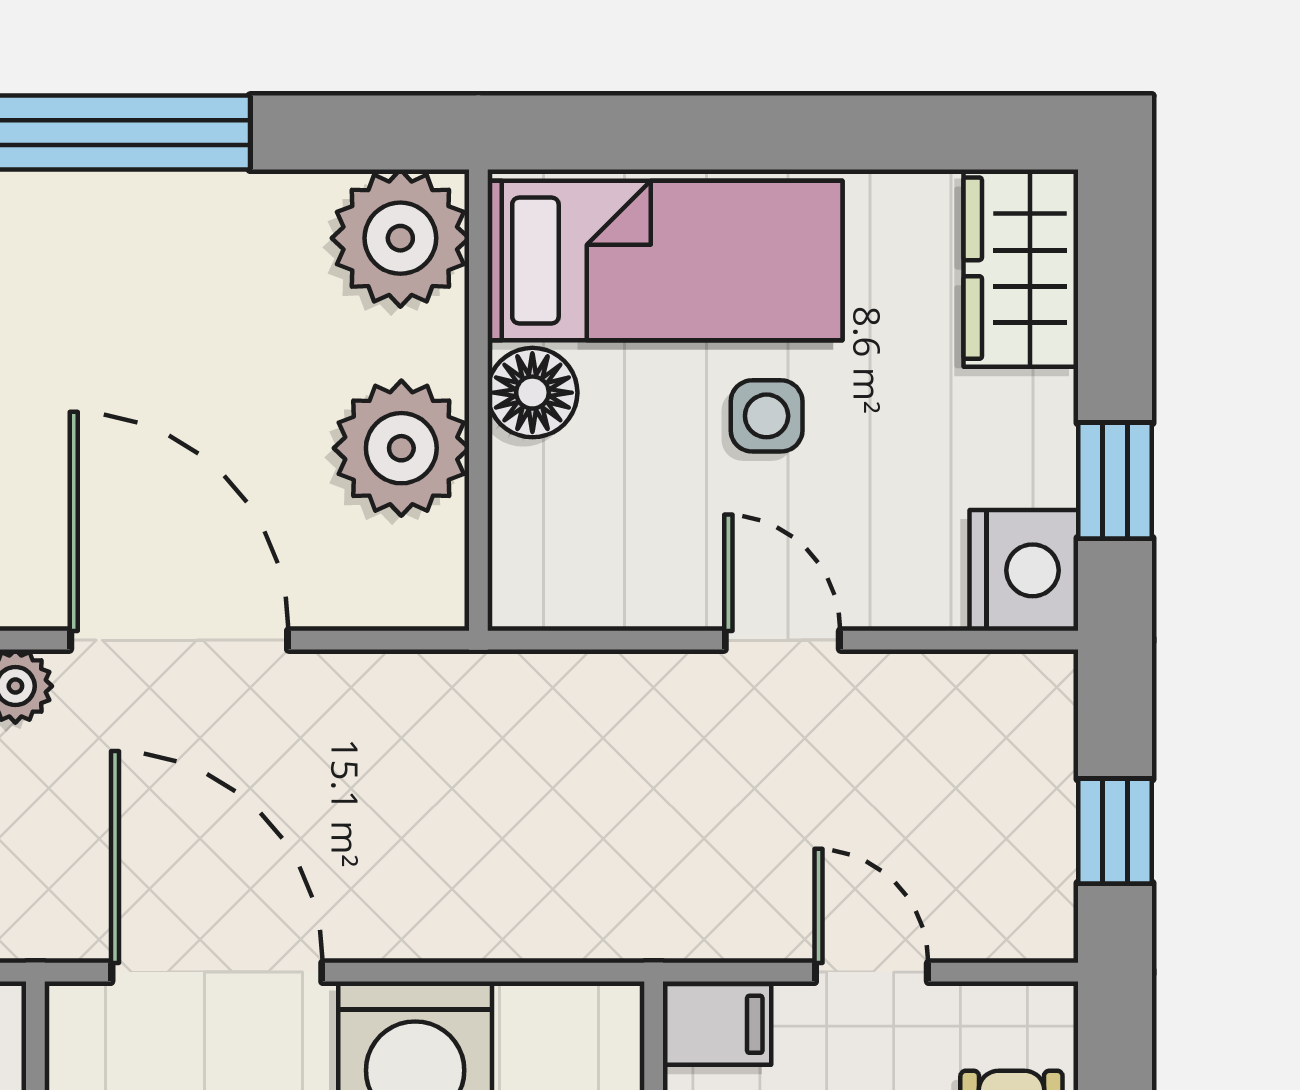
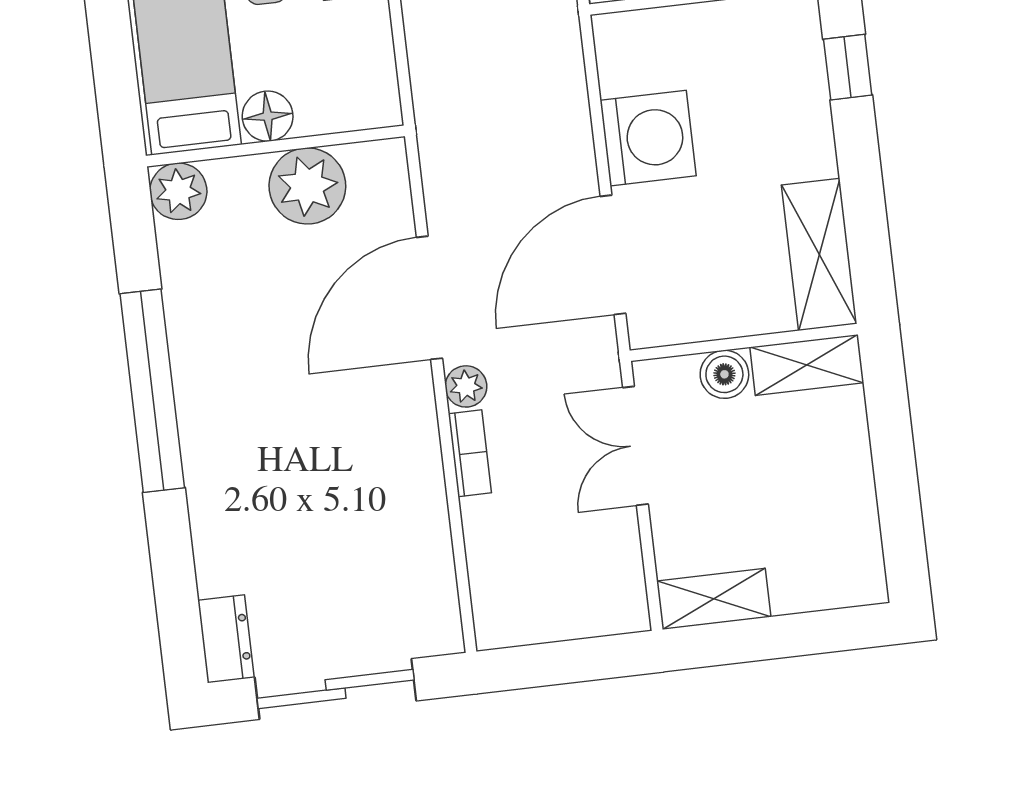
plant: (400, 238) -> (178, 191), width x0.73, depth x0.73

